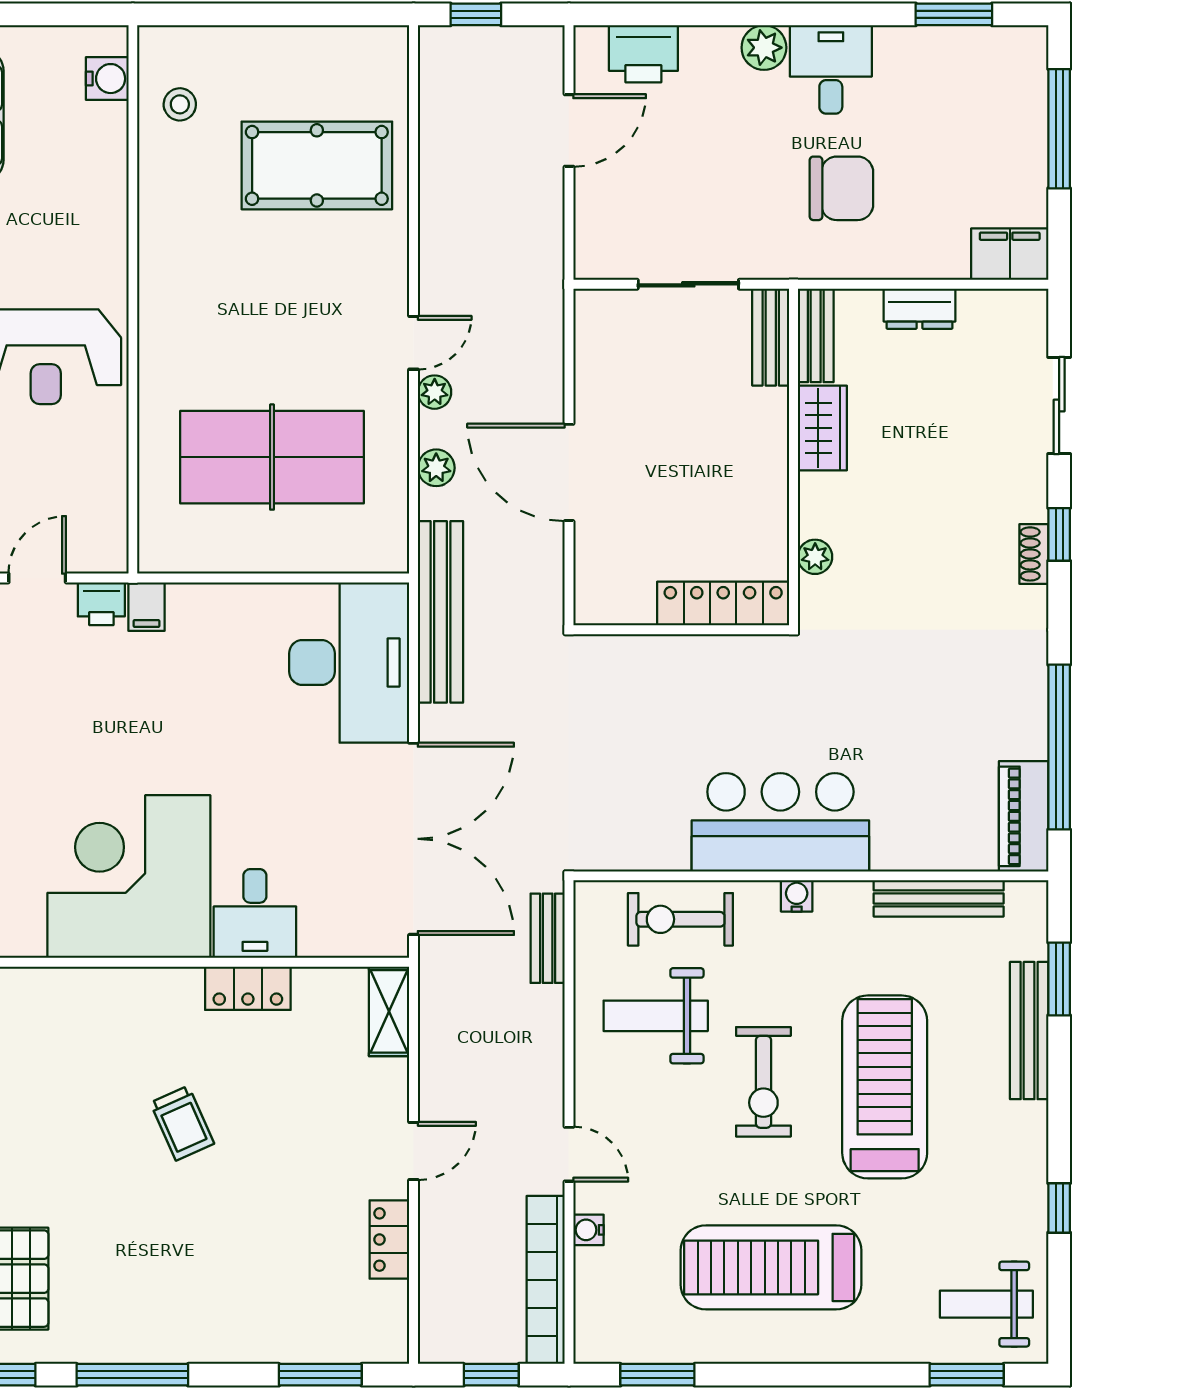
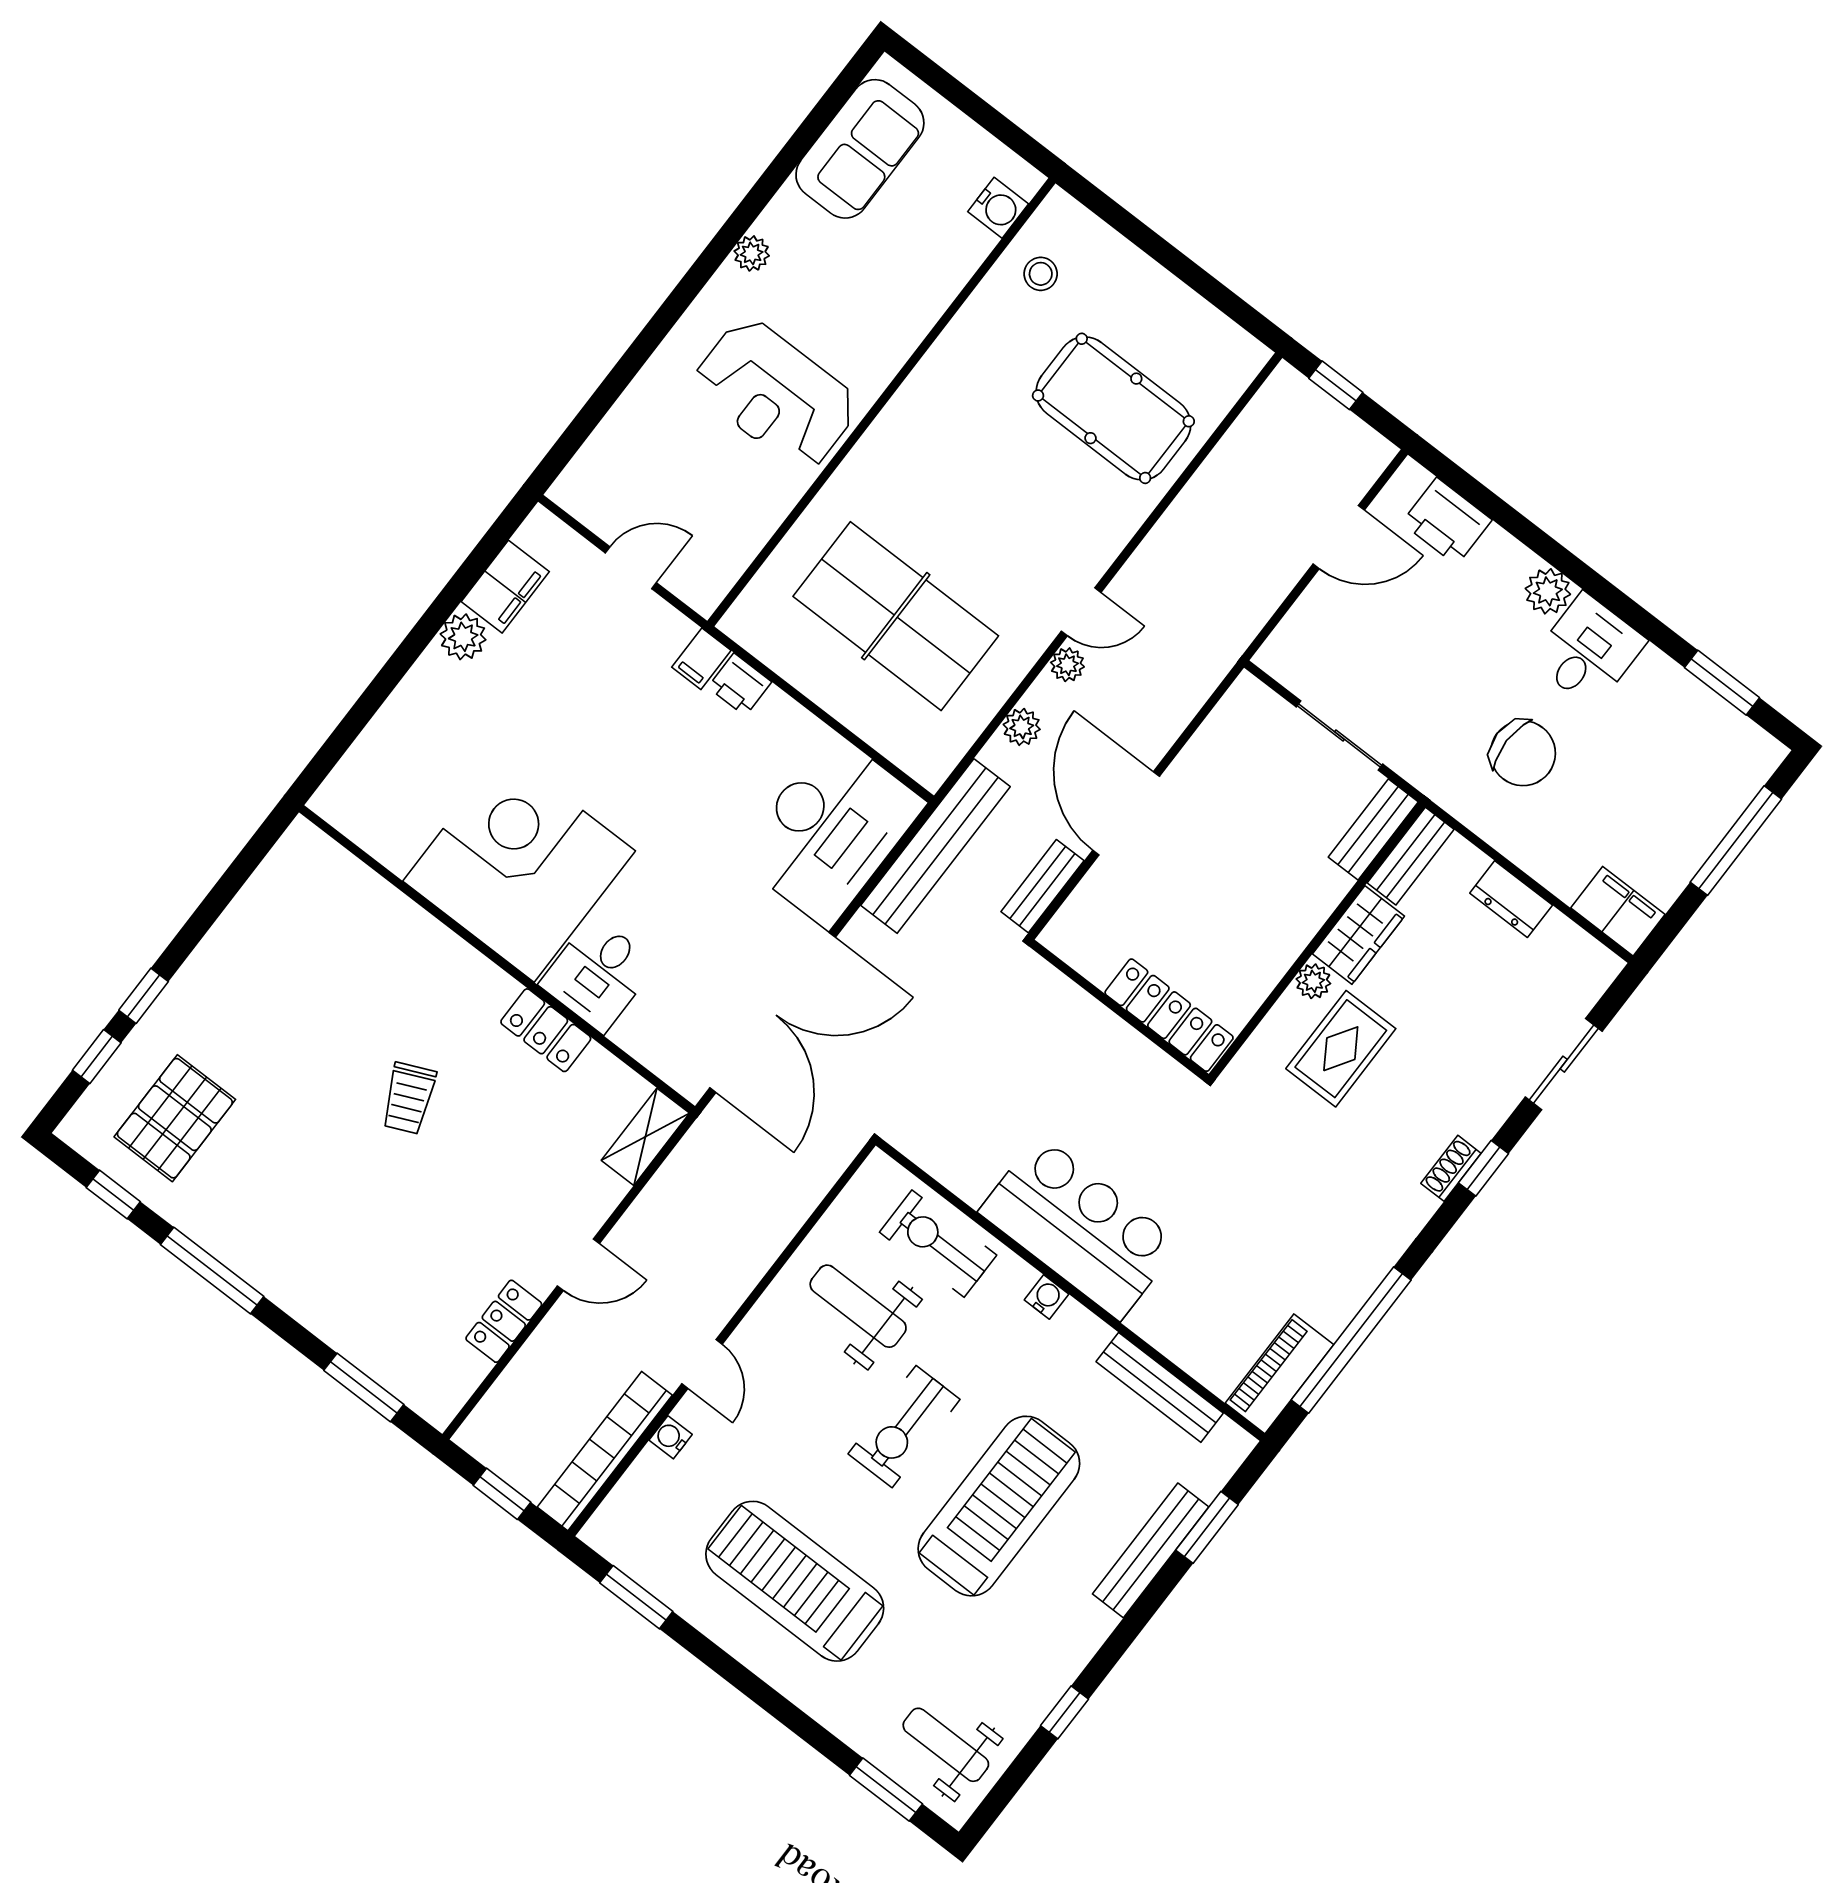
rug: (877, 527) -> (1341, 1049), added
plant: (815, 557) -> (1313, 981), moved
printer: (101, 604) -> (740, 685), moved
bench: (548, 938) -> (1042, 886), moved

